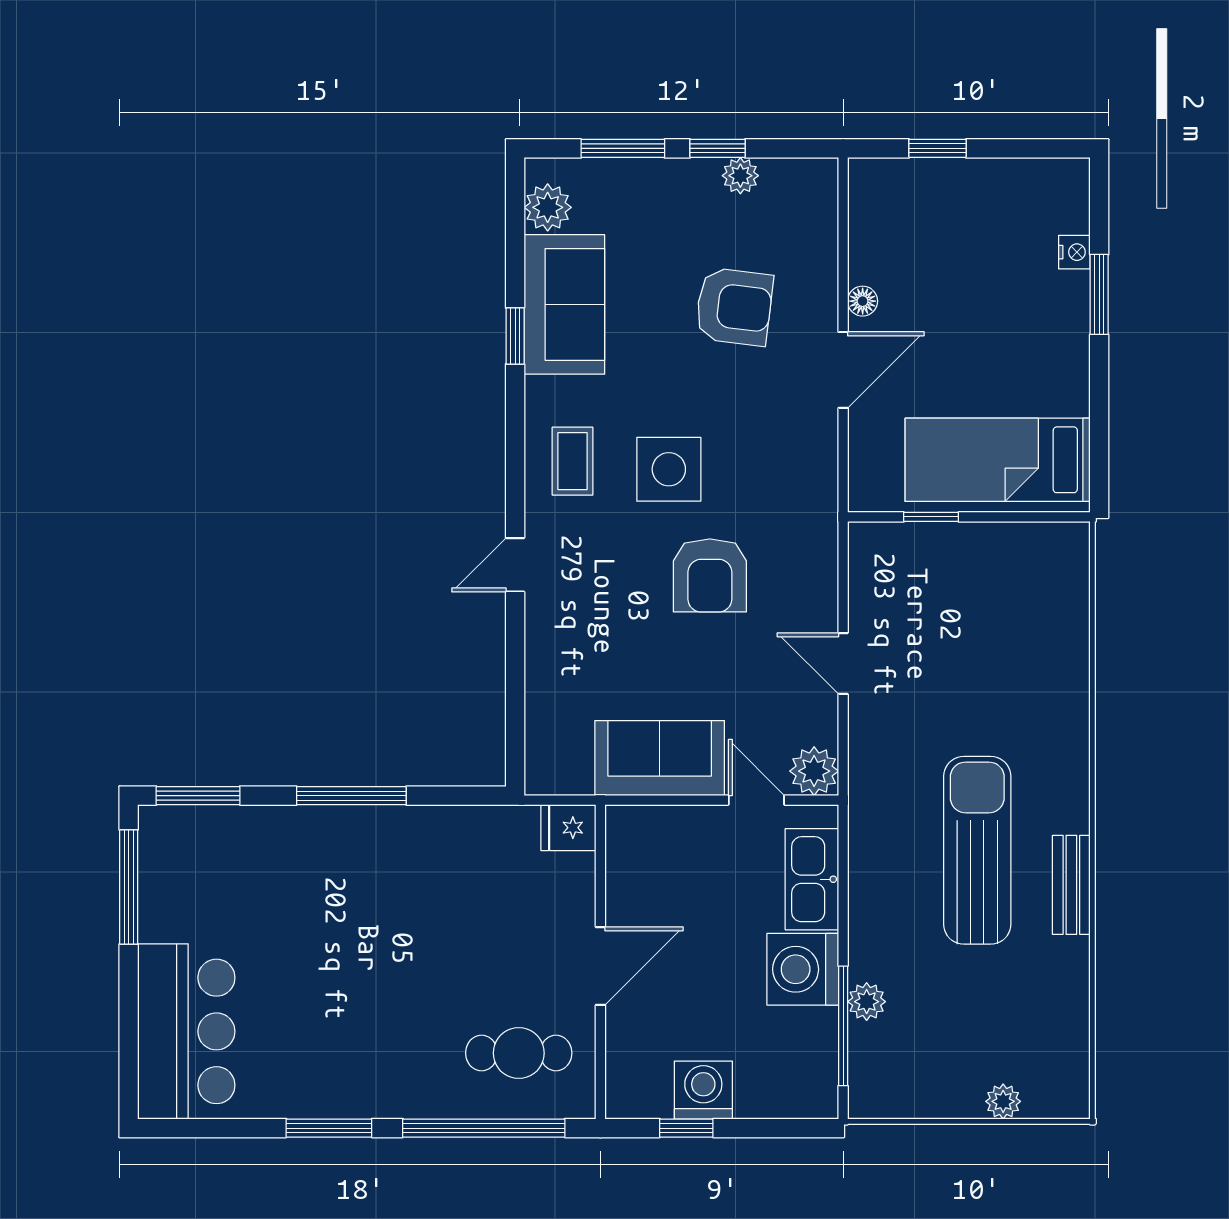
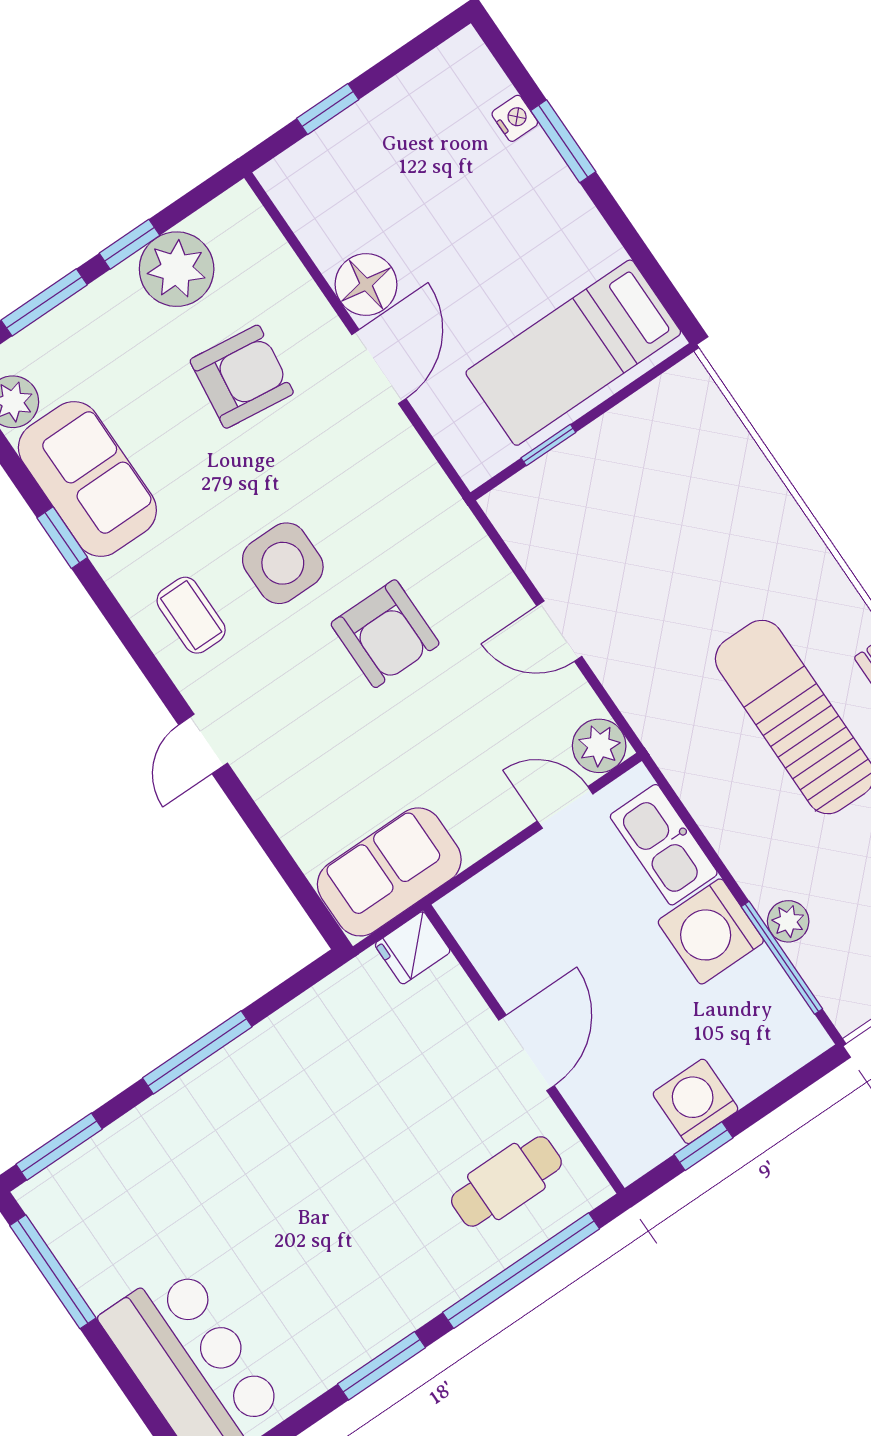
plant: (740, 176) -> (177, 269), width x1.88, depth x1.88
floor lamp: (863, 301) -> (366, 284), width x1.89, depth x1.89
sofa: (660, 758) -> (389, 872), moved

